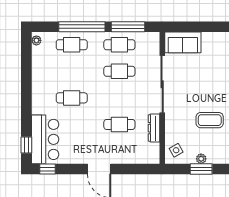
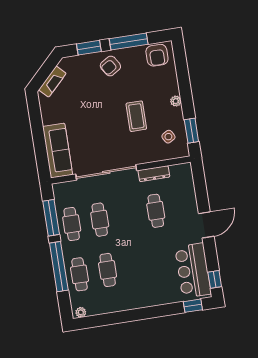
sofa: (183, 42) -> (58, 151), width x1.36
cafe table: (72, 98) -> (108, 270), moved
bar counter: (45, 139) -> (193, 270), moved, turned -90
side table: (176, 150) -> (168, 137), moved
plant: (201, 159) -> (176, 101), moved
window: (201, 169) -> (191, 131), moved

